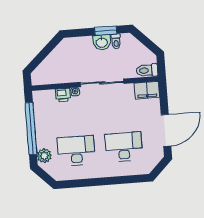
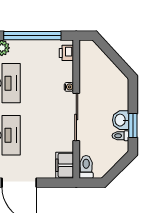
printer: (63, 95) -> (66, 53), moved

